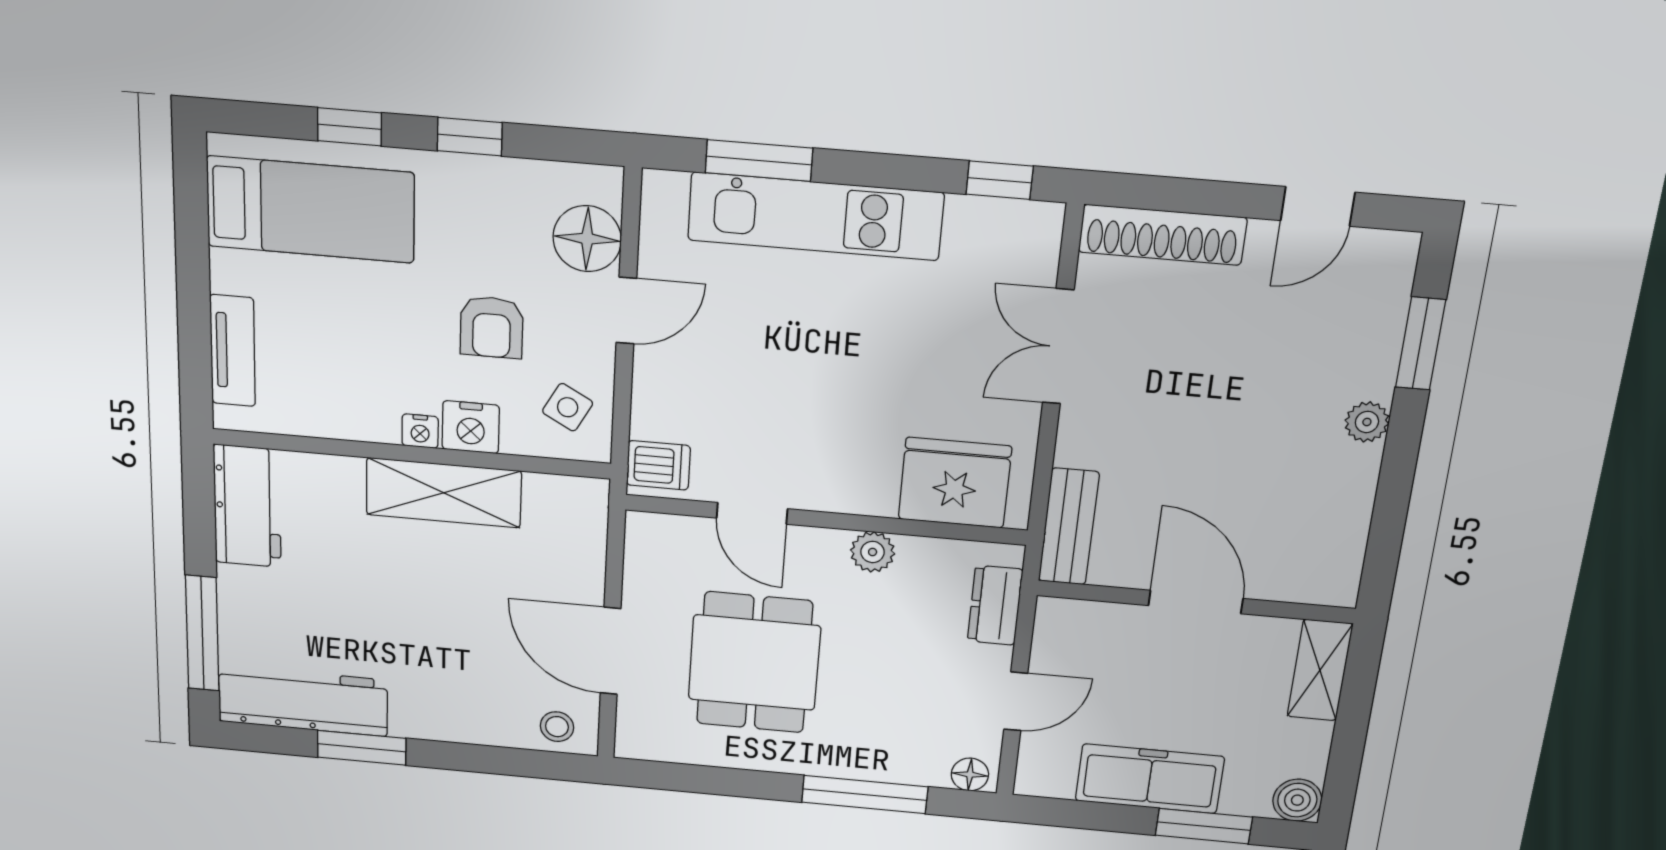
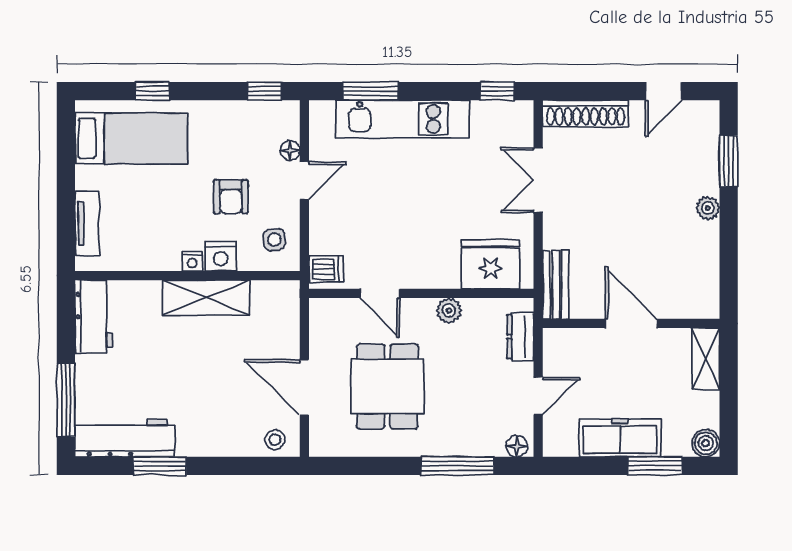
window: (470, 137) -> (265, 91), moved
floor lamp: (587, 239) -> (290, 150), width x0.53, depth x0.53
side table: (568, 407) -> (274, 240), turned -36

